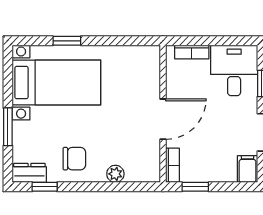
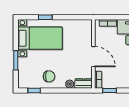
door: (163, 119) -> (93, 57), hinge flipped
dresser: (29, 173) -> (83, 84), moved

